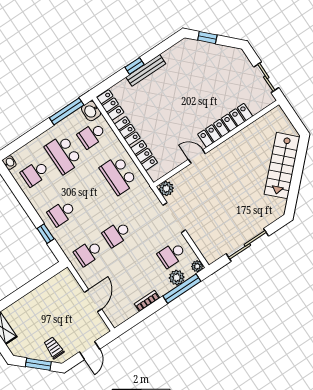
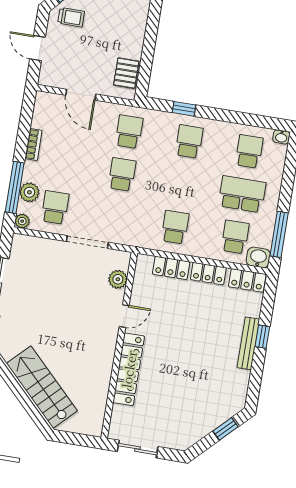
school desk: (118, 175) -> (175, 227), width x0.54
plant: (166, 189) -> (118, 279), moved
pallet: (56, 286) -> (126, 73), added

